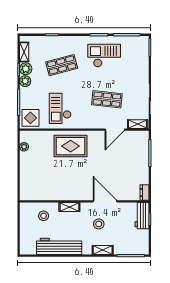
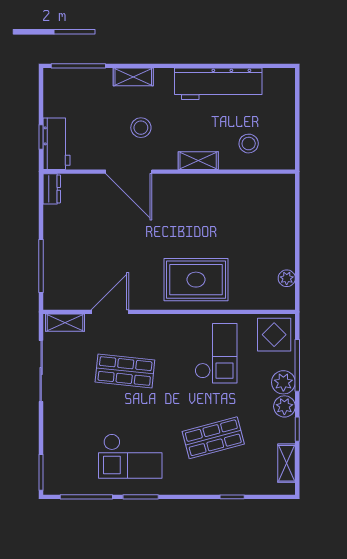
plant: (26, 69) -> (283, 382), moved

